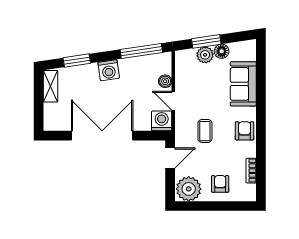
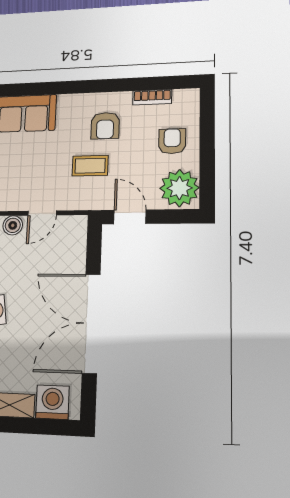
washing machine: (162, 121) -> (52, 402), moved, turned 90
armchair: (245, 131) -> (105, 126), moved, turned -90
armchair: (220, 184) -> (172, 141), turned 90

